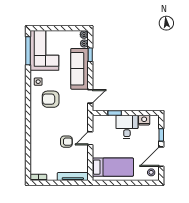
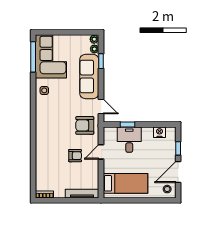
door: (90, 96) -> (101, 106), hinge flipped
armchair: (51, 99) -> (85, 125), moved
desk: (127, 127) -> (129, 140), moved

